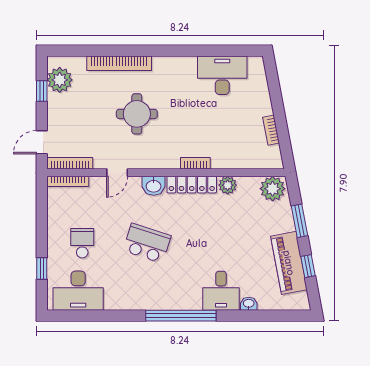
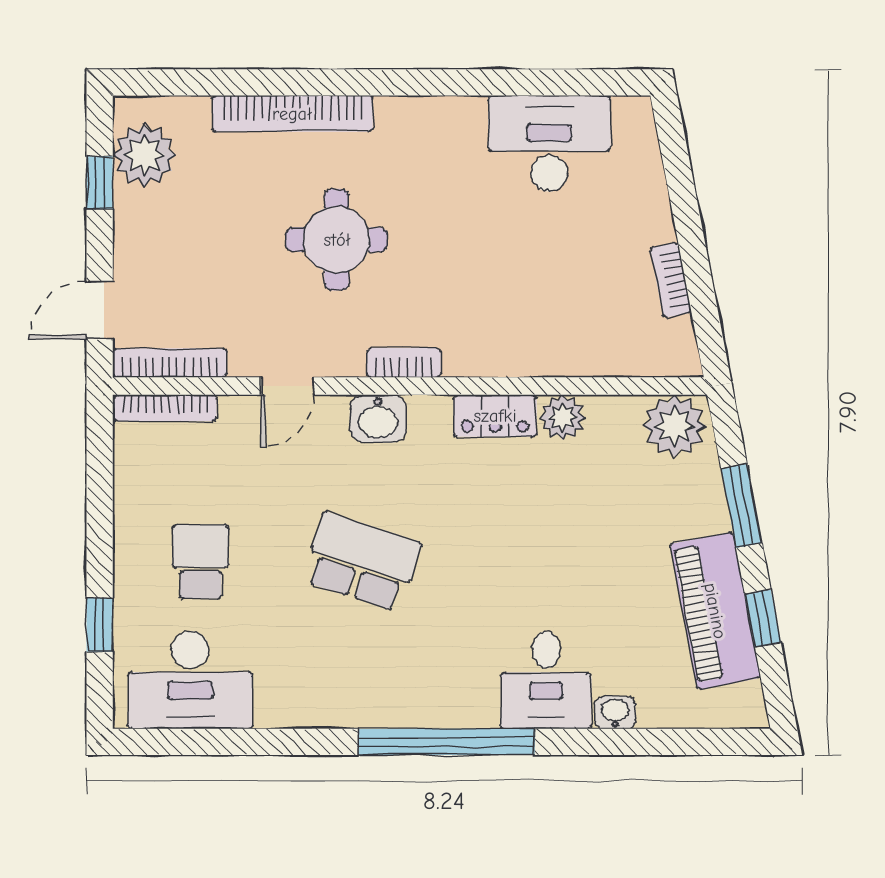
bookcase: (195, 163) -> (404, 363), moved
locker: (192, 185) -> (495, 416), width x0.66

